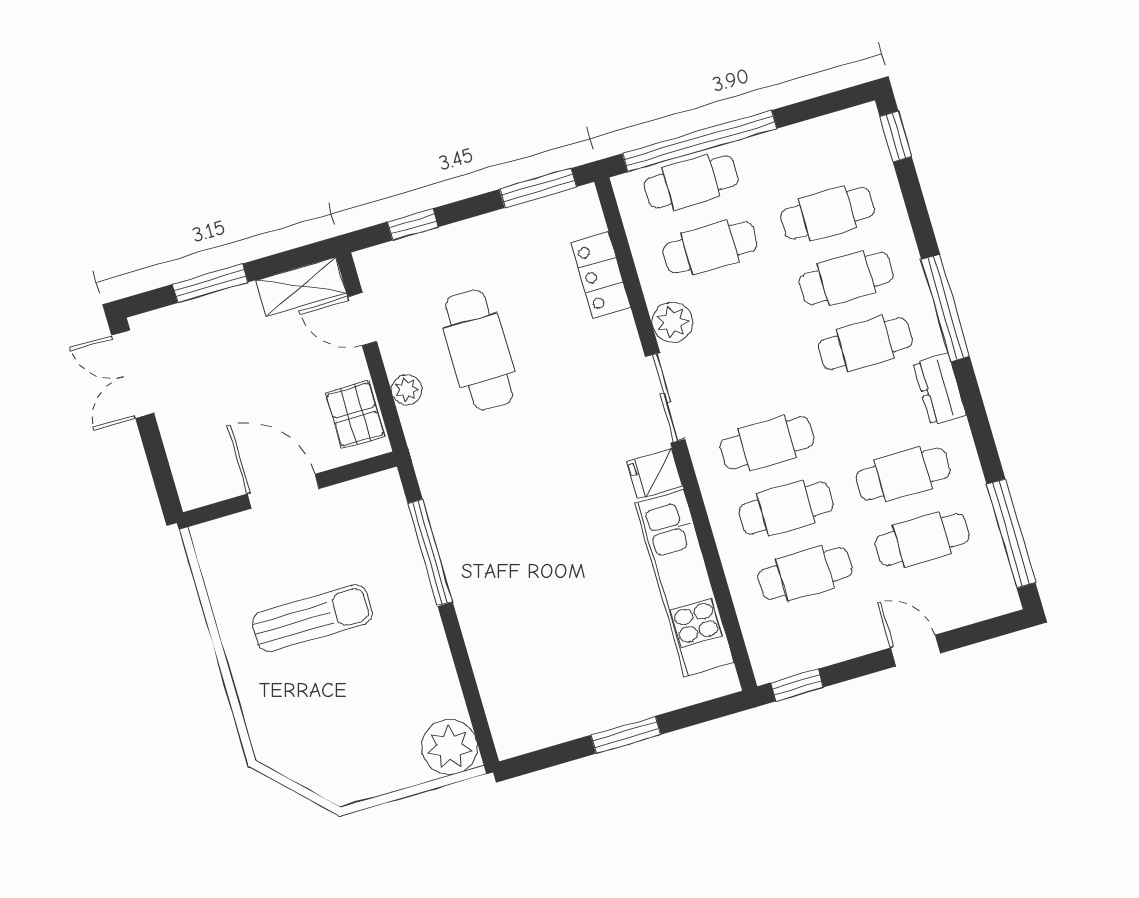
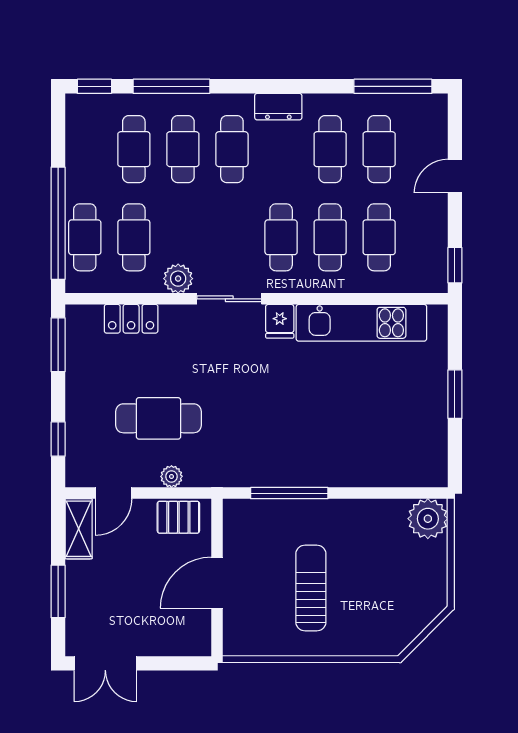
window: (946, 308) -> (171, 86), moved

